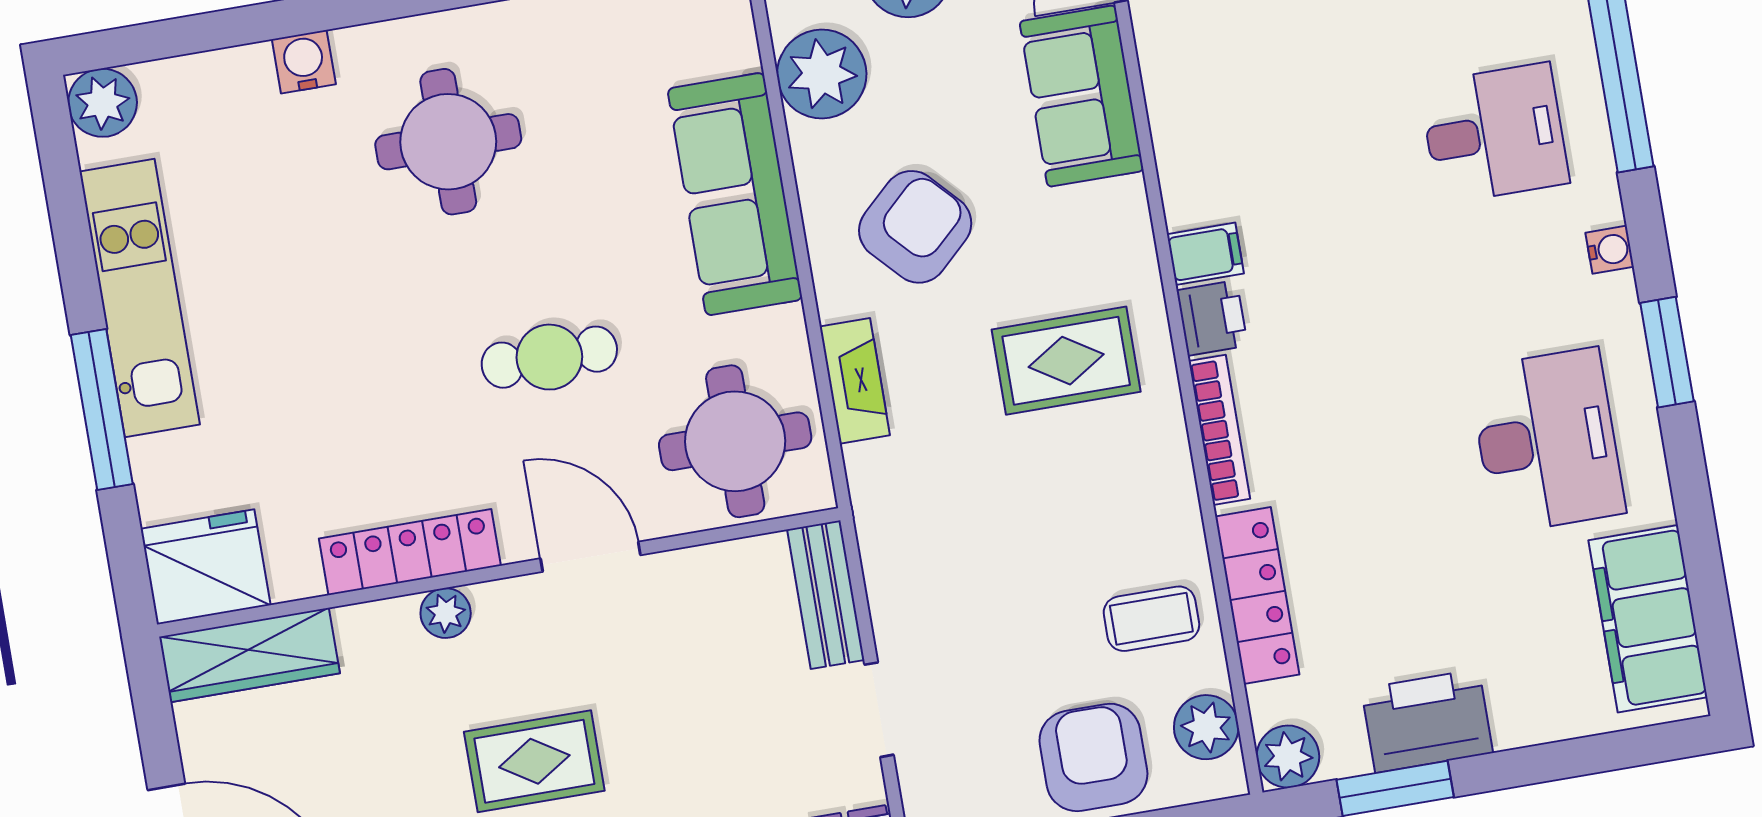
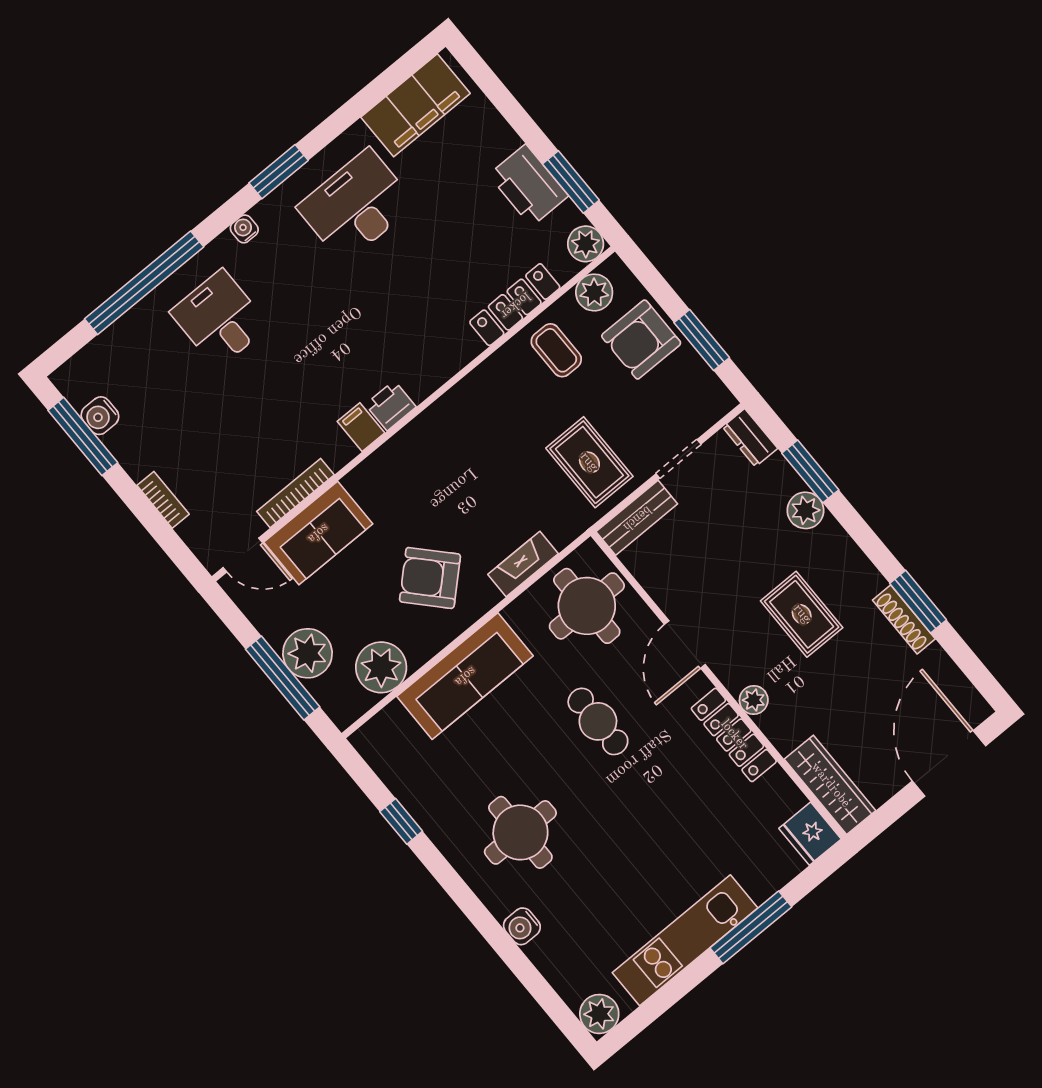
rug: (1066, 361) -> (589, 462), moved
bookcase: (1219, 430) -> (295, 493), moved
fridge: (206, 567) -> (810, 834), width x0.73, depth x0.75

